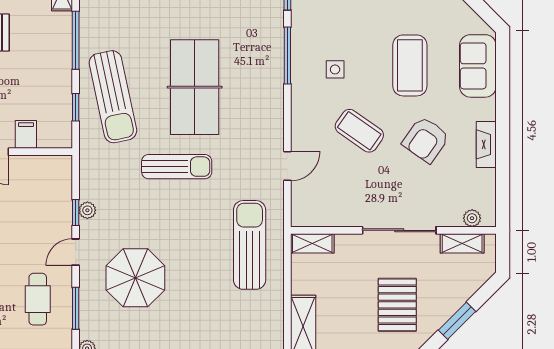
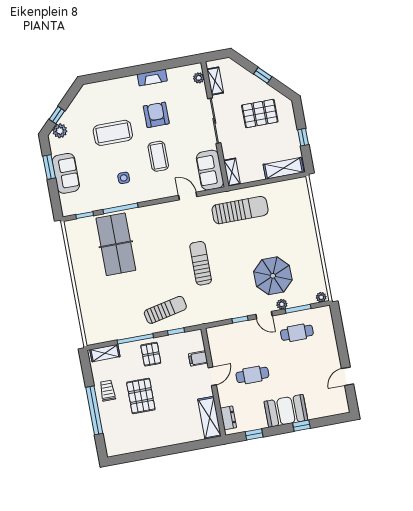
pallet: (47, 61) -> (151, 354), added
sofa: (478, 66) -> (210, 170), moved, turned 90
table tennis table: (195, 87) -> (116, 244), moved, turned 90
sun lounger: (113, 97) -> (165, 310), width x0.73, depth x0.75
coffee table: (359, 131) -> (158, 156), turned -35
armchair: (426, 140) -> (156, 115), turned -125
plant: (87, 210) -> (282, 304), moved
sun lounger: (250, 245) -> (240, 210), turned 180
window: (457, 321) -> (263, 75), width x0.67

